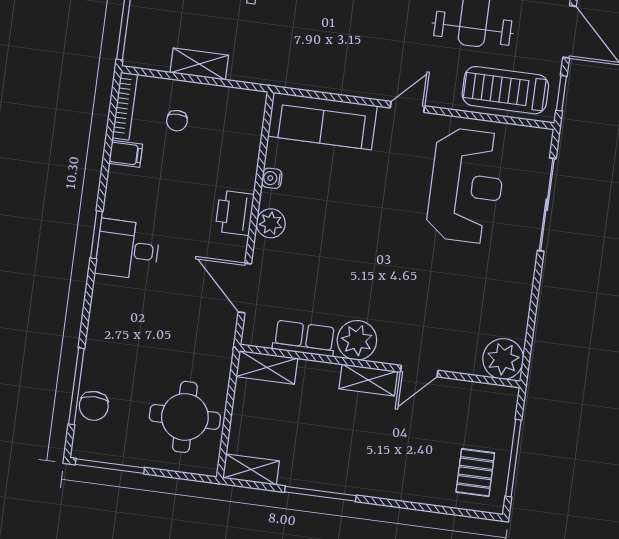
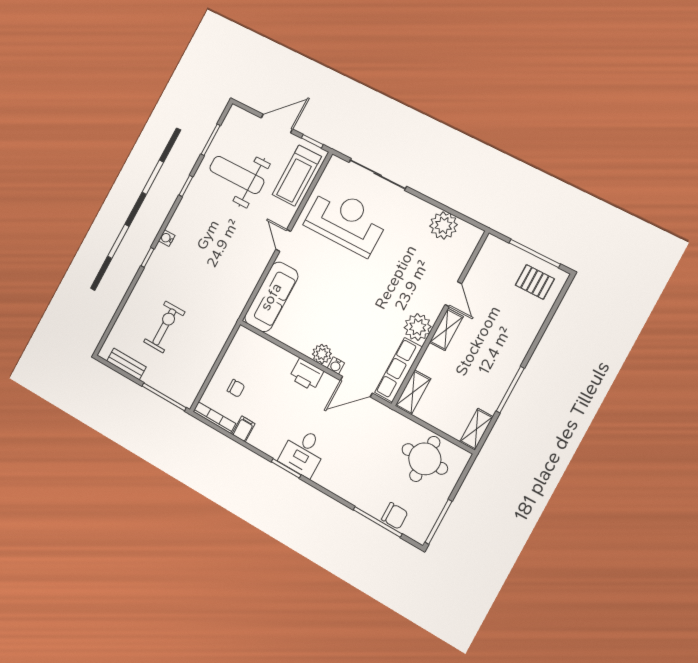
shelving: (199, 64) -> (207, 361), removed
water cooler: (272, 178) -> (336, 365), moved
row of seats: (304, 338) -> (399, 370), width x1.48
plant: (503, 359) -> (444, 225), moved

